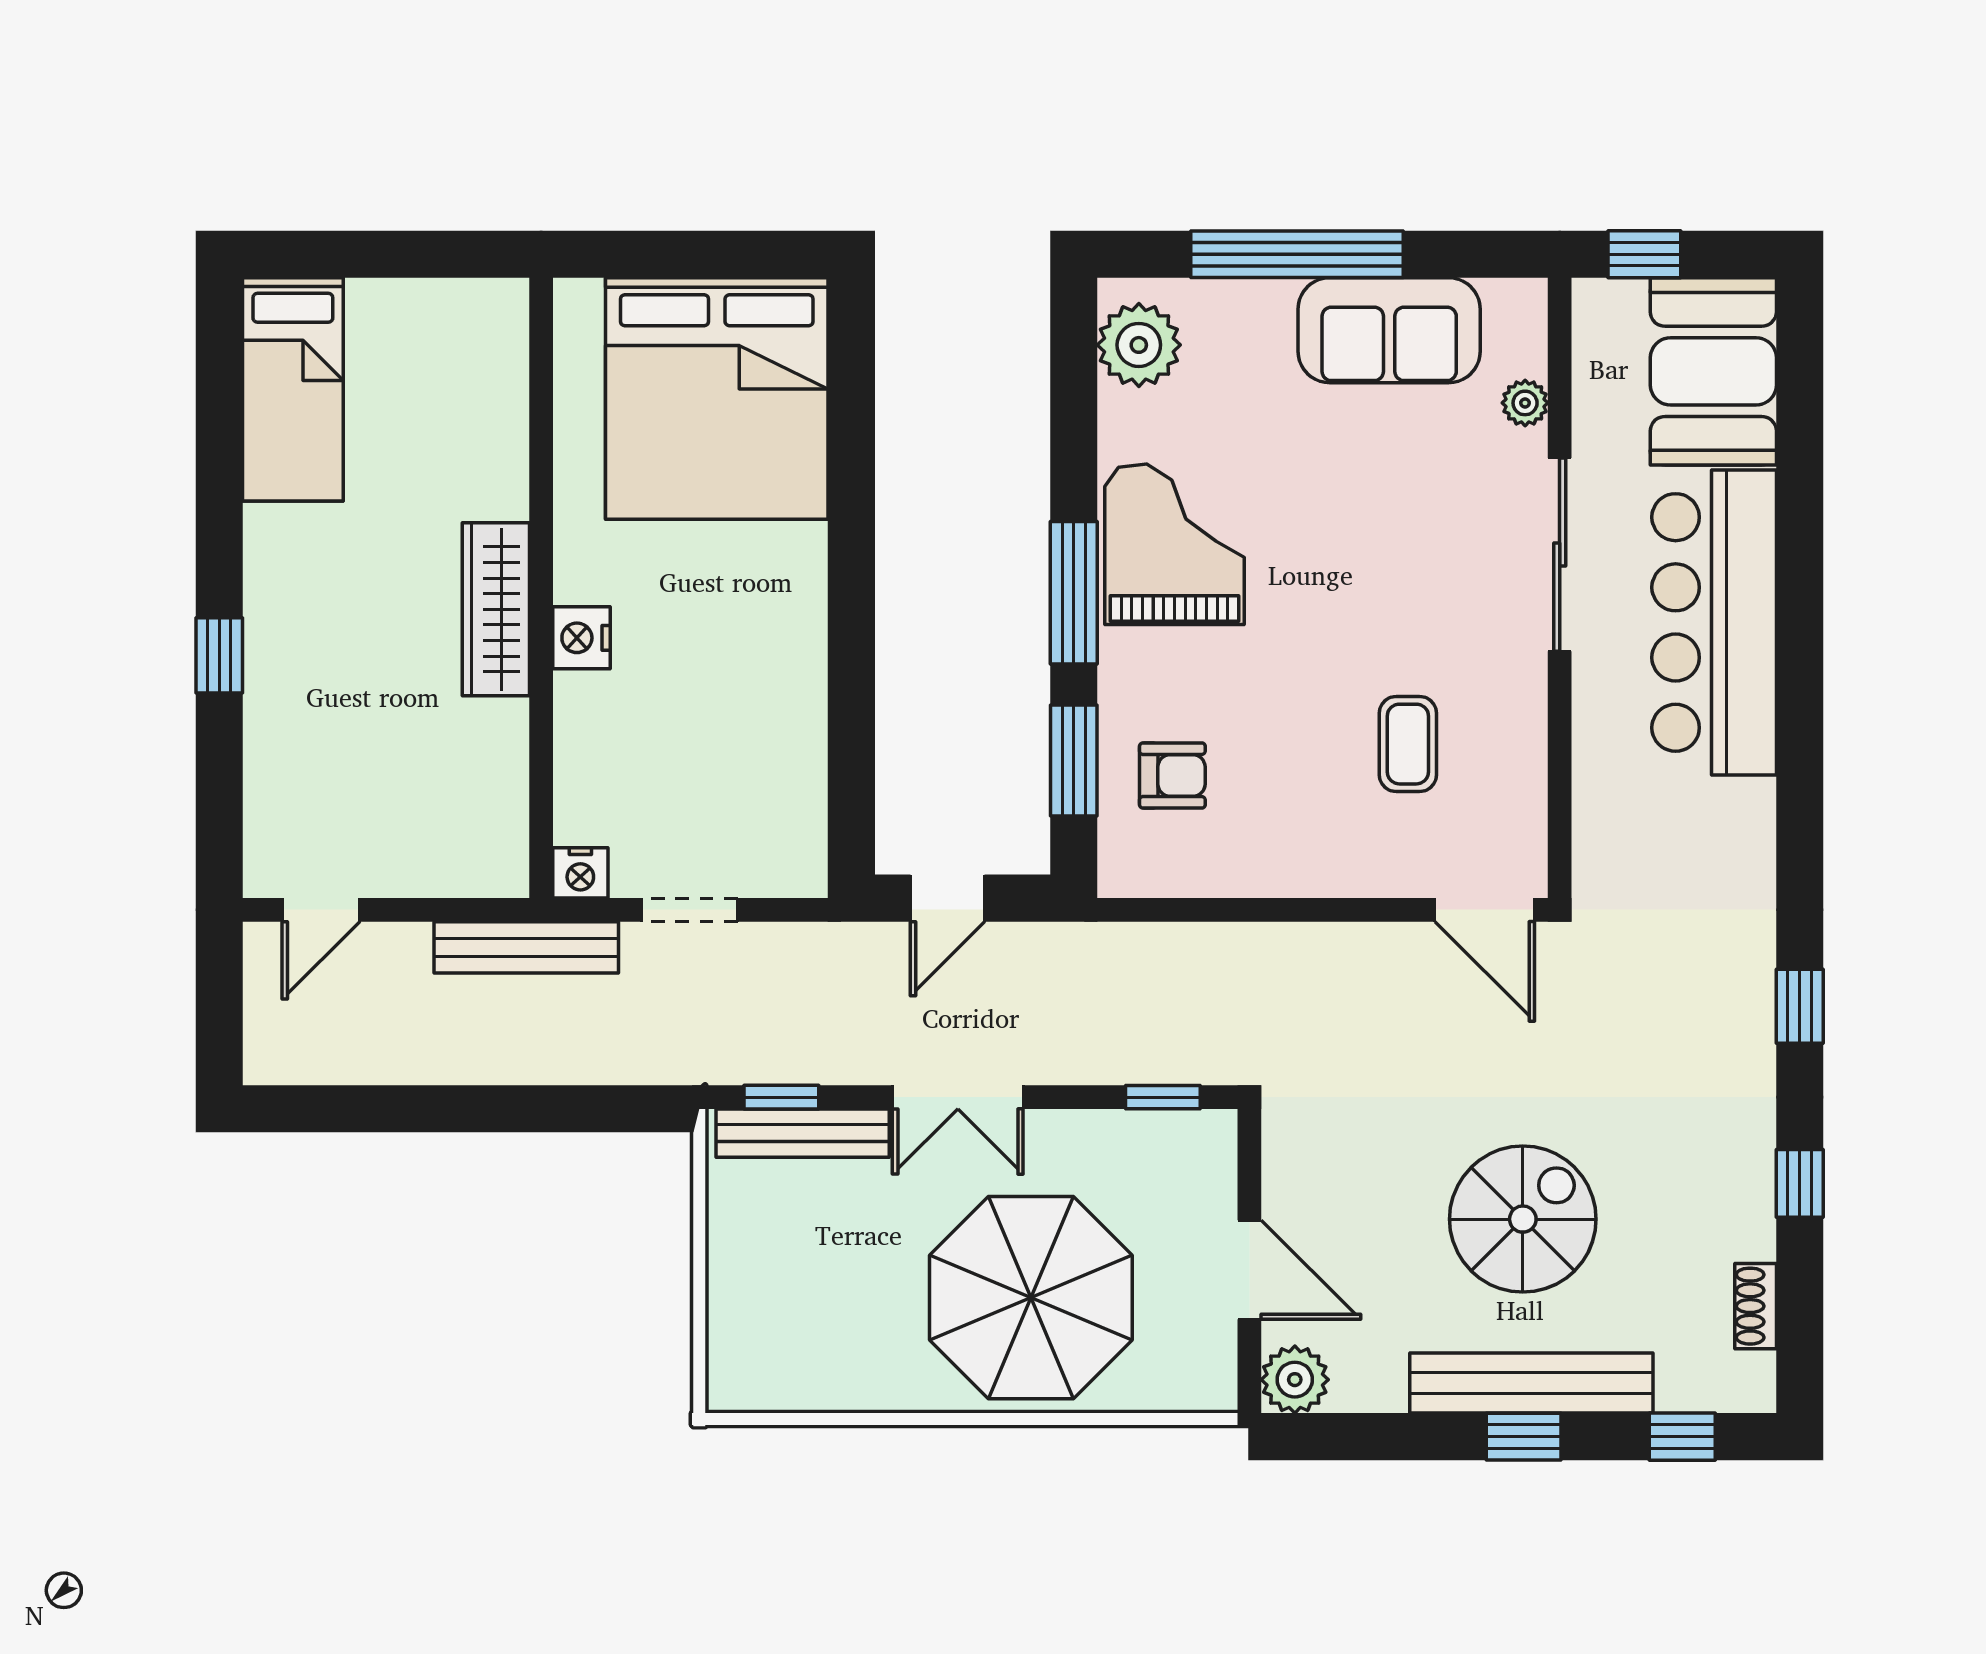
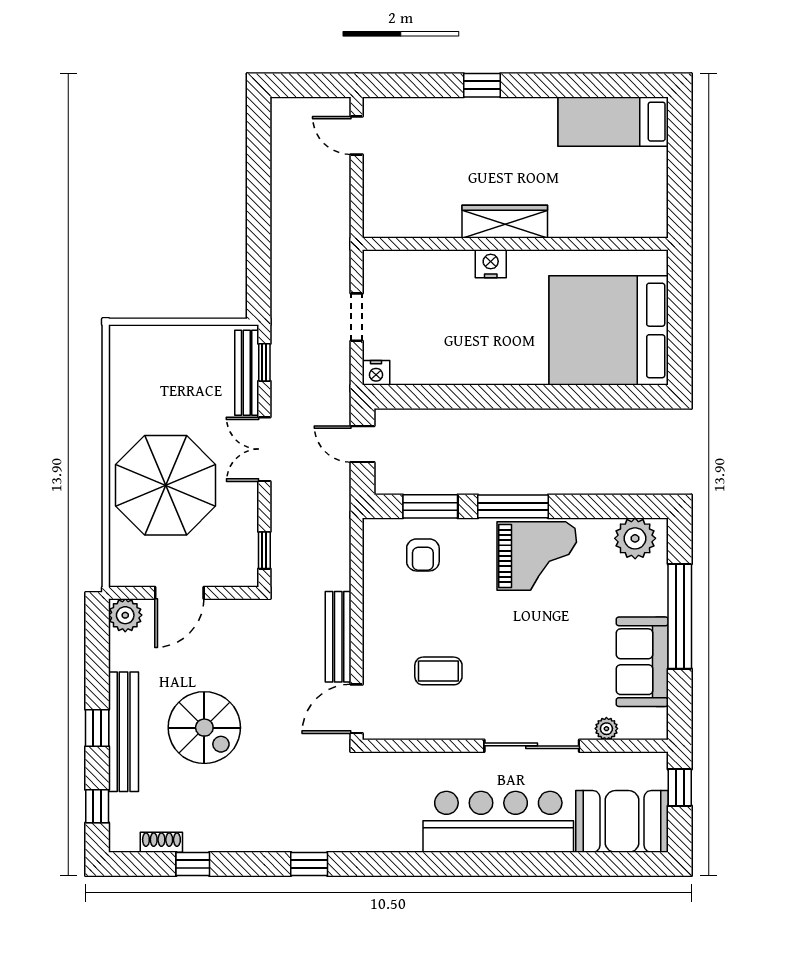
nightstand: (580, 873) -> (376, 373), moved, turned -90
bench: (526, 947) -> (338, 637), moved
window: (1800, 1183) -> (193, 864), moved

